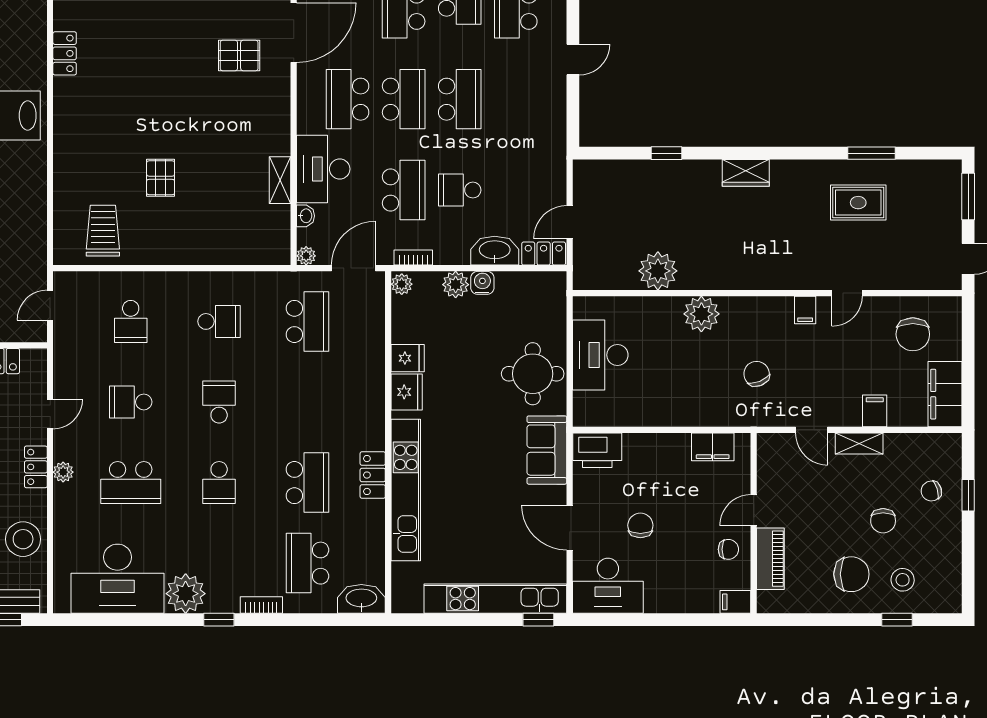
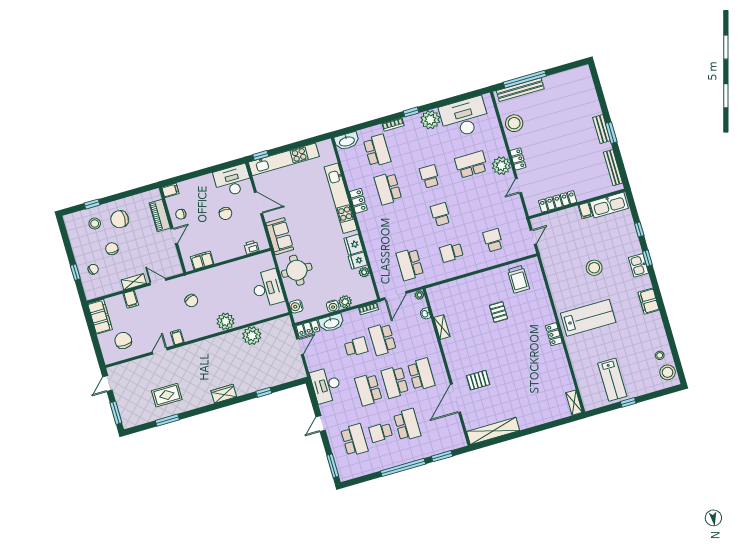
locker: (65, 53) -> (554, 334), moved
desk: (323, 169) -> (326, 385), moved, turned 180
plant: (402, 284) -> (364, 272), moved
water cooler: (554, 303) -> (296, 306), added
school desk: (131, 402) -> (482, 202), removed
school desk: (219, 402) -> (440, 214), turned 180
printer: (597, 450) -> (251, 247), width x0.53, depth x0.68
plant: (63, 472) -> (501, 166), width x1.87, depth x1.87

